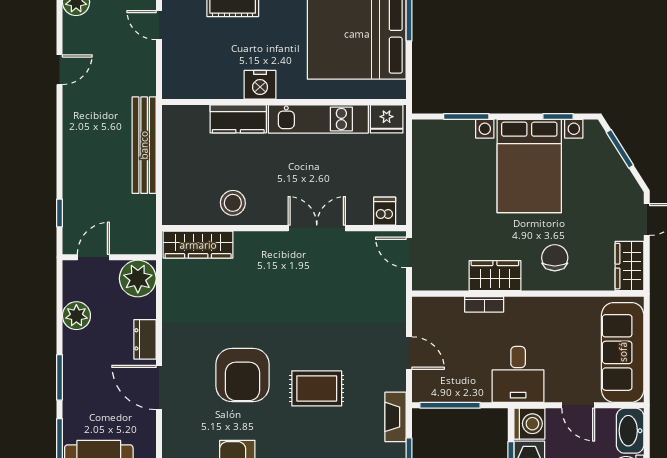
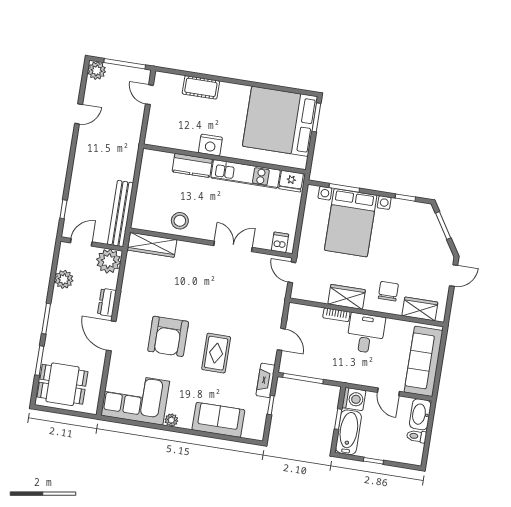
bench: (144, 145) -> (120, 214), moved
bed with nightstands: (529, 166) -> (351, 223), moved
wardrobe: (630, 266) -> (420, 309), moved, turned 90
desk: (518, 374) -> (366, 333), moved, turned 180
rug: (317, 388) -> (216, 353), turned 90

